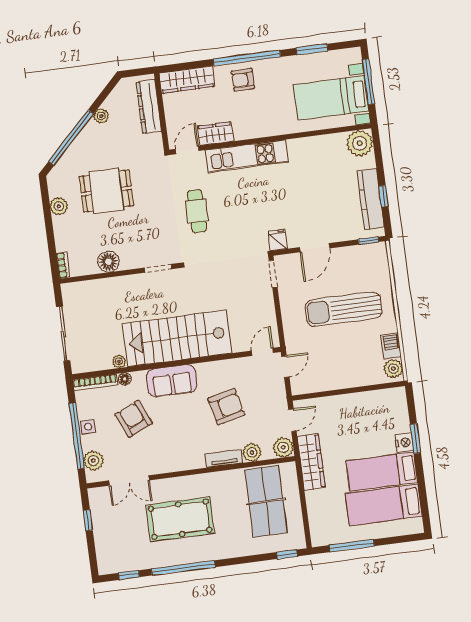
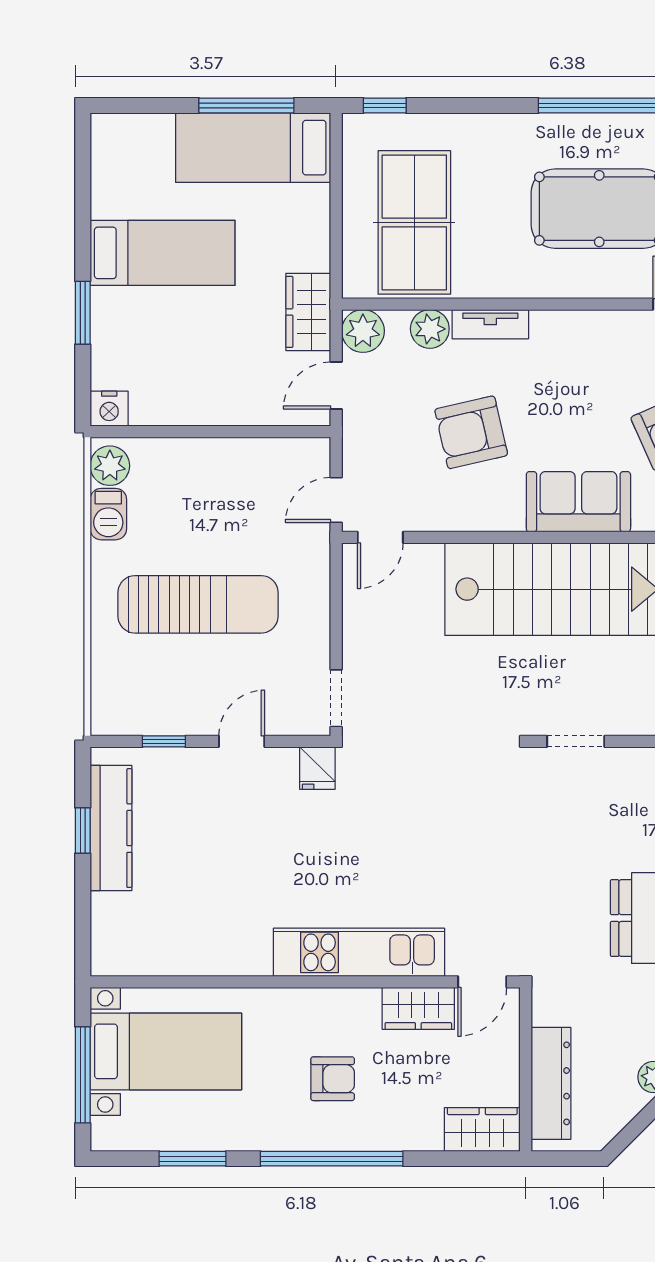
wardrobe: (187, 80) -> (482, 1129), width x0.67
armchair: (243, 80) -> (333, 1079), moved
plant: (360, 143) -> (118, 948), removed
cafe table: (197, 211) -> (479, 851), removed
window: (368, 241) -> (164, 741), moved
door: (315, 248) -> (242, 741), width x0.73
nightstand: (404, 443) -> (109, 409), moved, turned -90
wardrobe: (311, 462) -> (308, 312), width x0.67
bed: (384, 505) -> (253, 148), moved, turned 180

